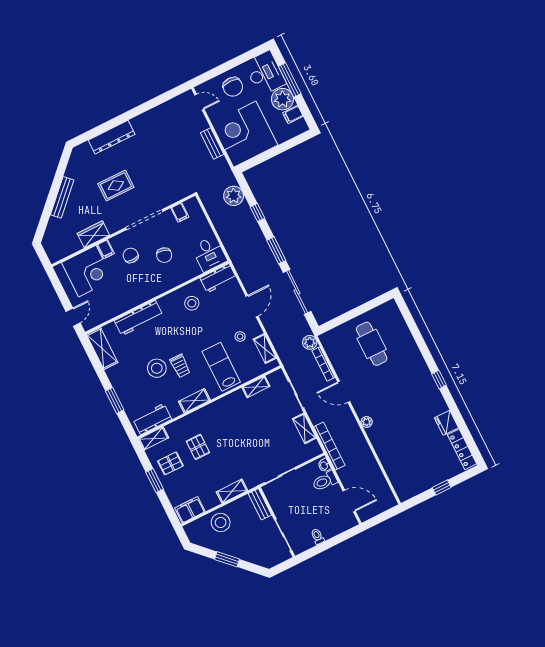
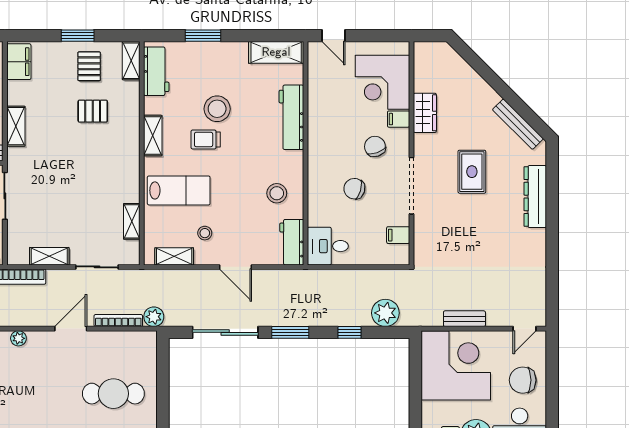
bench: (62, 197) -> (518, 124), moved
chair: (131, 255) -> (375, 146), turned -109

